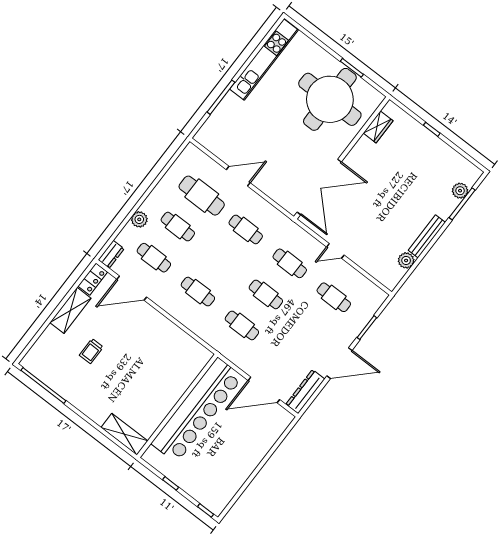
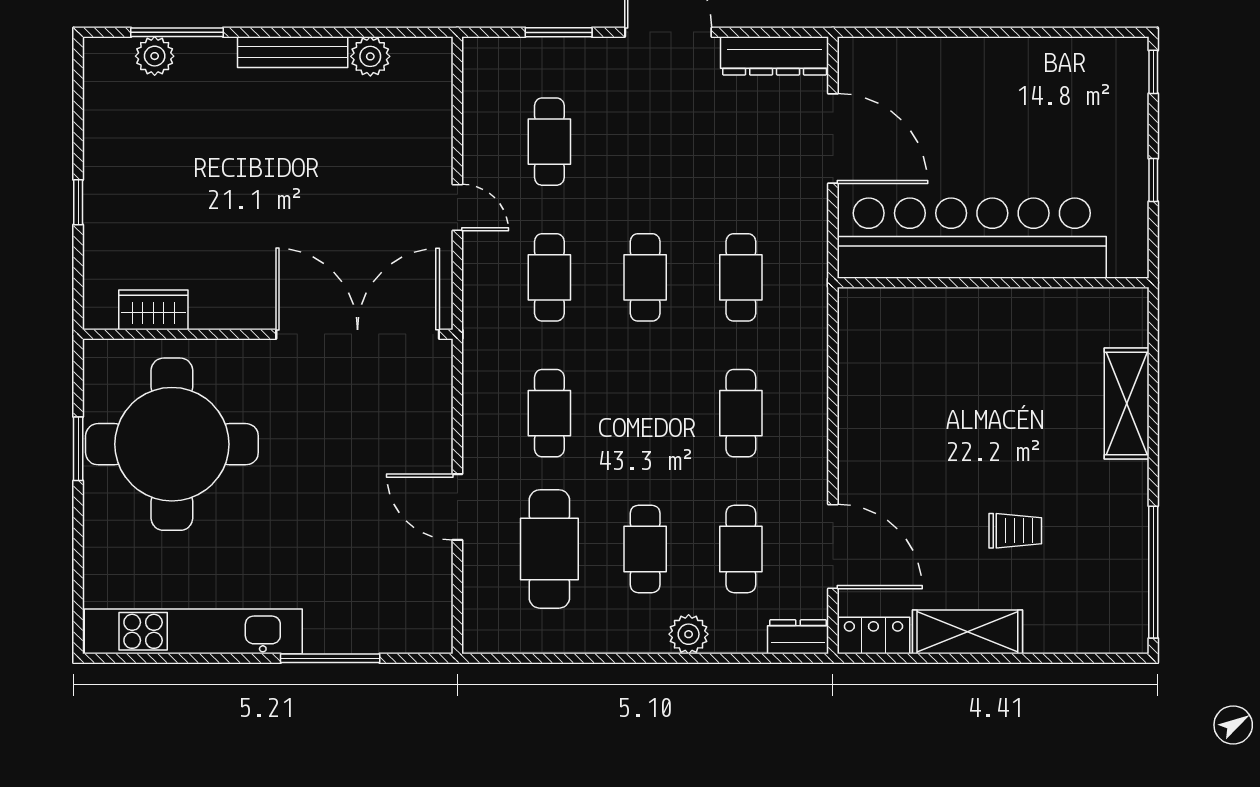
shelving: (124, 434) -> (1127, 403), moved

